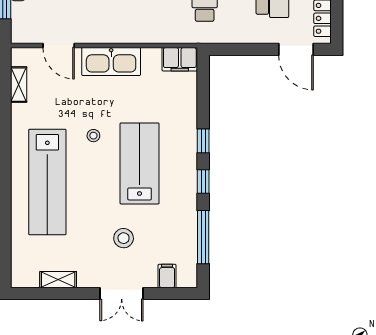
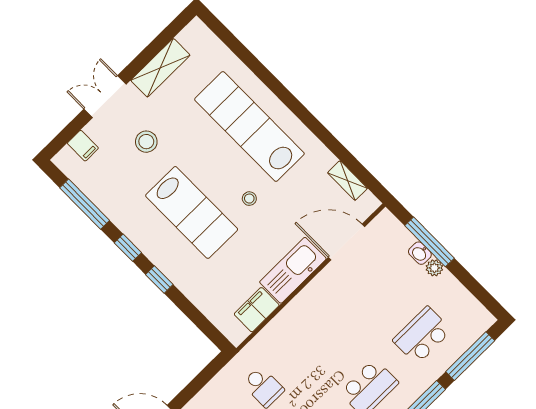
door: (59, 46) -> (346, 242), width x1.36
filing cabinet: (180, 59) -> (257, 310), moved
shelving: (58, 280) -> (160, 68), width x1.50, depth x1.33

